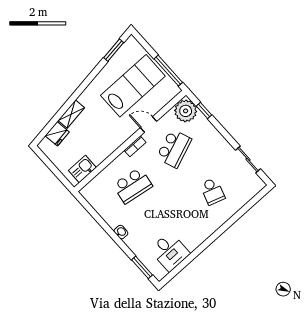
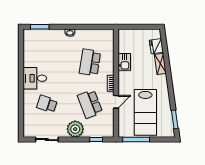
plant: (186, 111) -> (75, 129), moved
kitchen sink: (82, 169) -> (124, 62), moved
desk: (170, 252) -> (35, 78), moved

